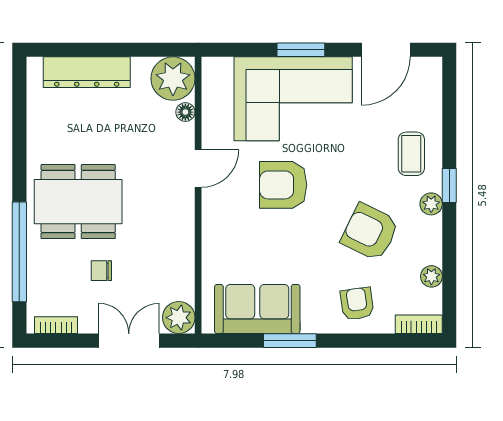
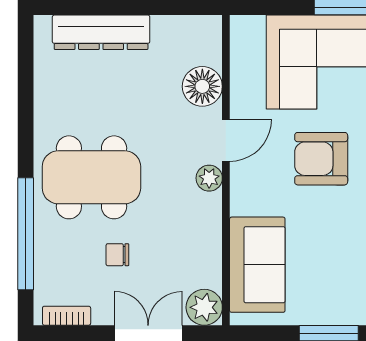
plant: (173, 79) -> (209, 178), moved, width x0.53, depth x0.53
floor lamp: (185, 112) -> (202, 86), width x1.89, depth x1.89
sofa: (257, 309) -> (257, 265), moved, turned 90

